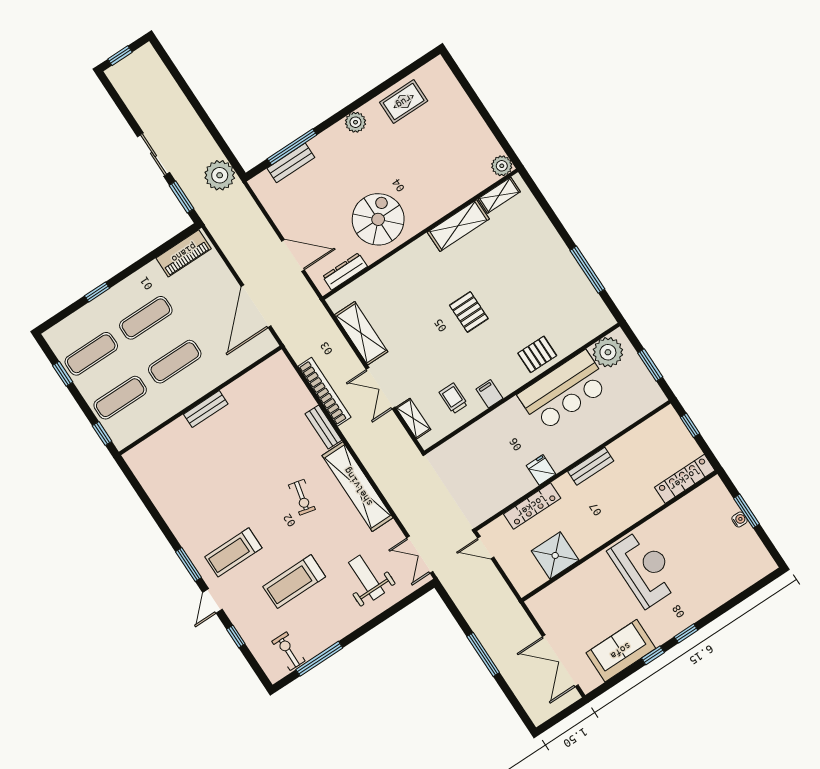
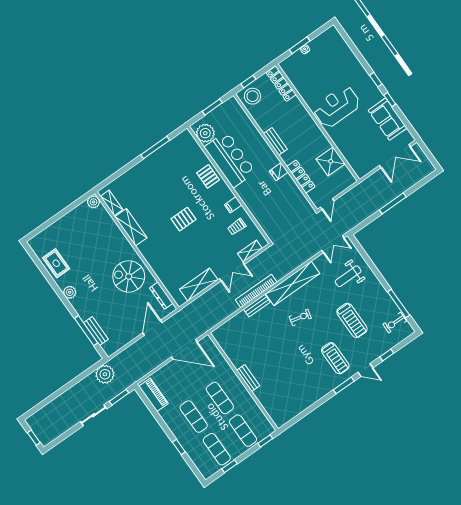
bookcase: (324, 392) -> (256, 291), moved
stool: (666, 431) -> (253, 96), added

